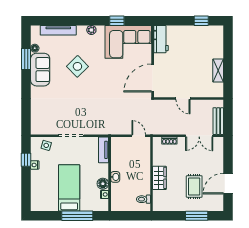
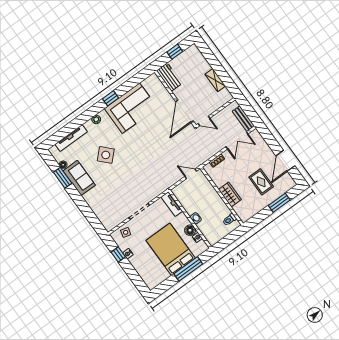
workbench: (161, 39) -> (169, 77), moved
wall: (153, 61) -> (175, 99), moved
door: (153, 78) -> (184, 111), moved
bed: (69, 188) -> (171, 249), width x1.50

